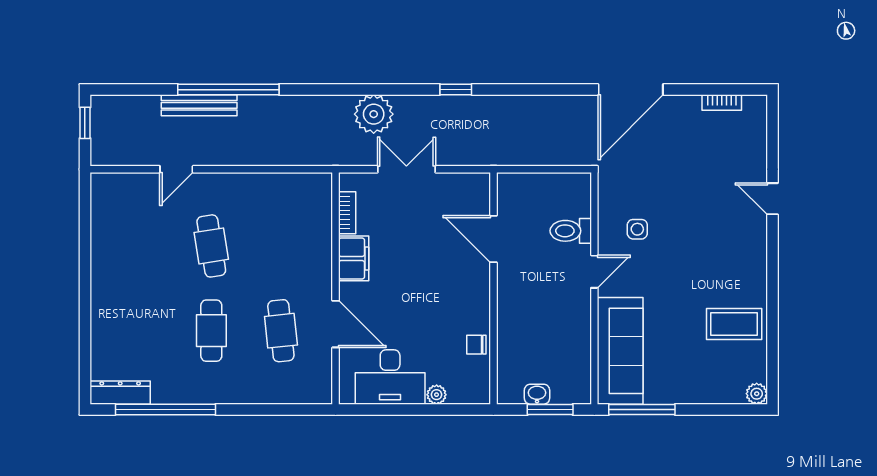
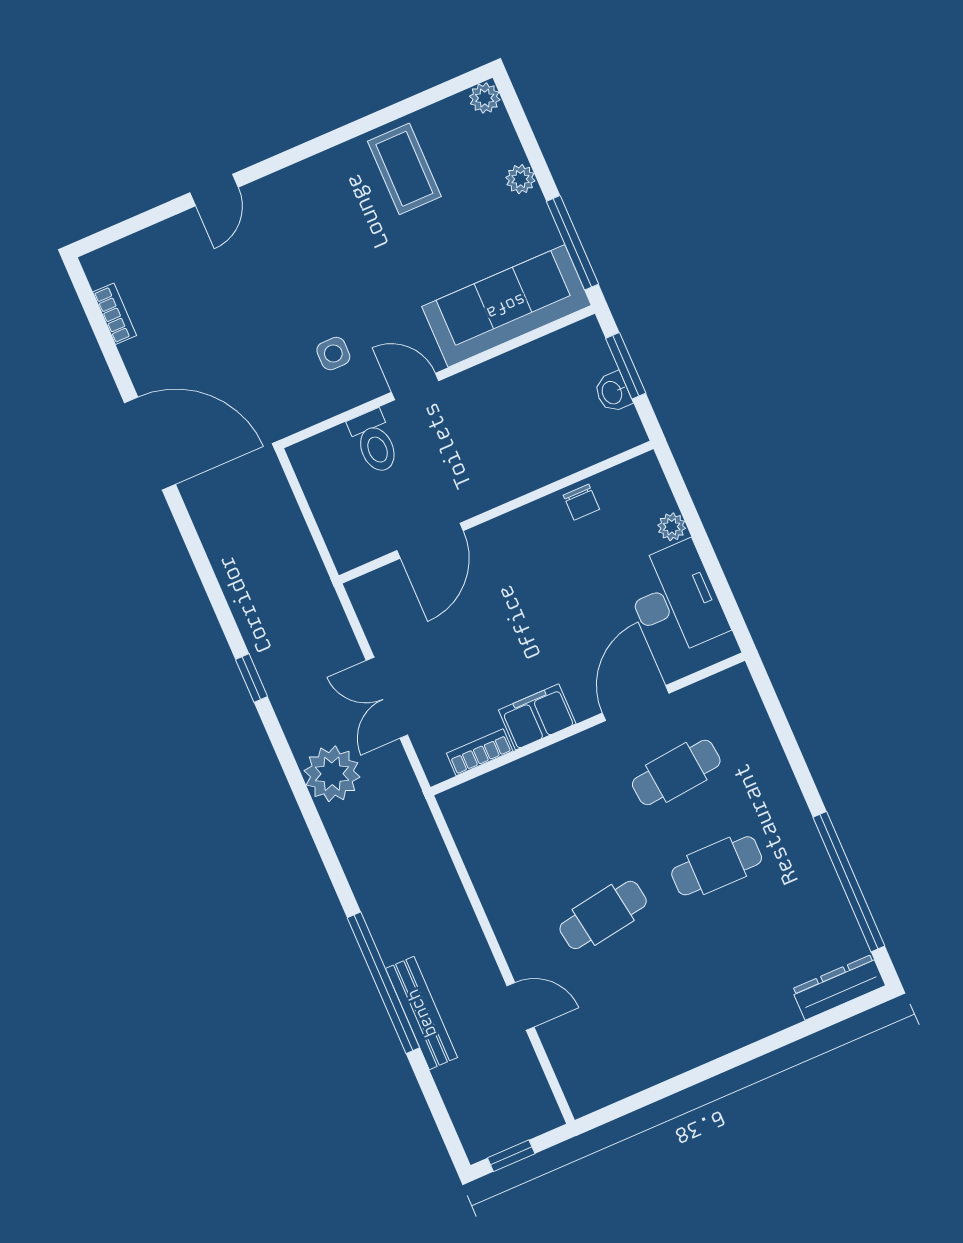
dresser: (120, 393) -> (839, 987), moved, turned 90
plant: (696, 394) -> (520, 179), added

